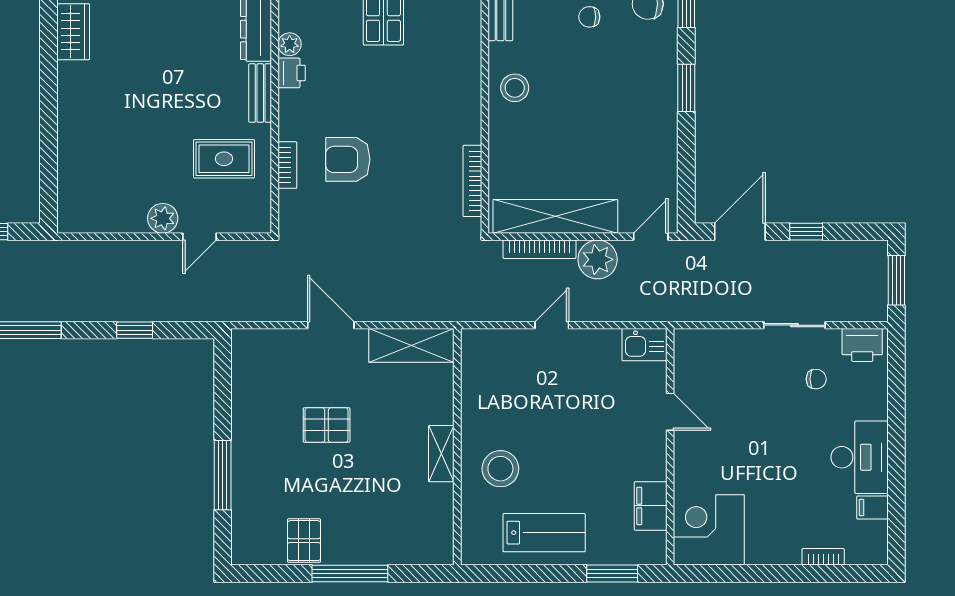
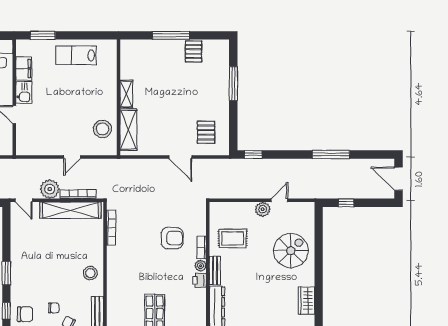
plant: (290, 44) -> (201, 266), moved
spiral stairs: (105, 134) -> (291, 251), added
bookcase: (287, 165) -> (202, 248), moved
door: (199, 237) -> (279, 200), moved
door: (651, 237) -> (24, 200), hinge flipped
window: (135, 330) -> (253, 155), moved
shelving: (411, 345) -> (128, 130), moved, turned 90
kitchen sink: (644, 345) -> (24, 92), moved, turned 90
pallet: (327, 425) -> (206, 132), moved, turned 90
stool: (500, 469) -> (102, 129), moved

